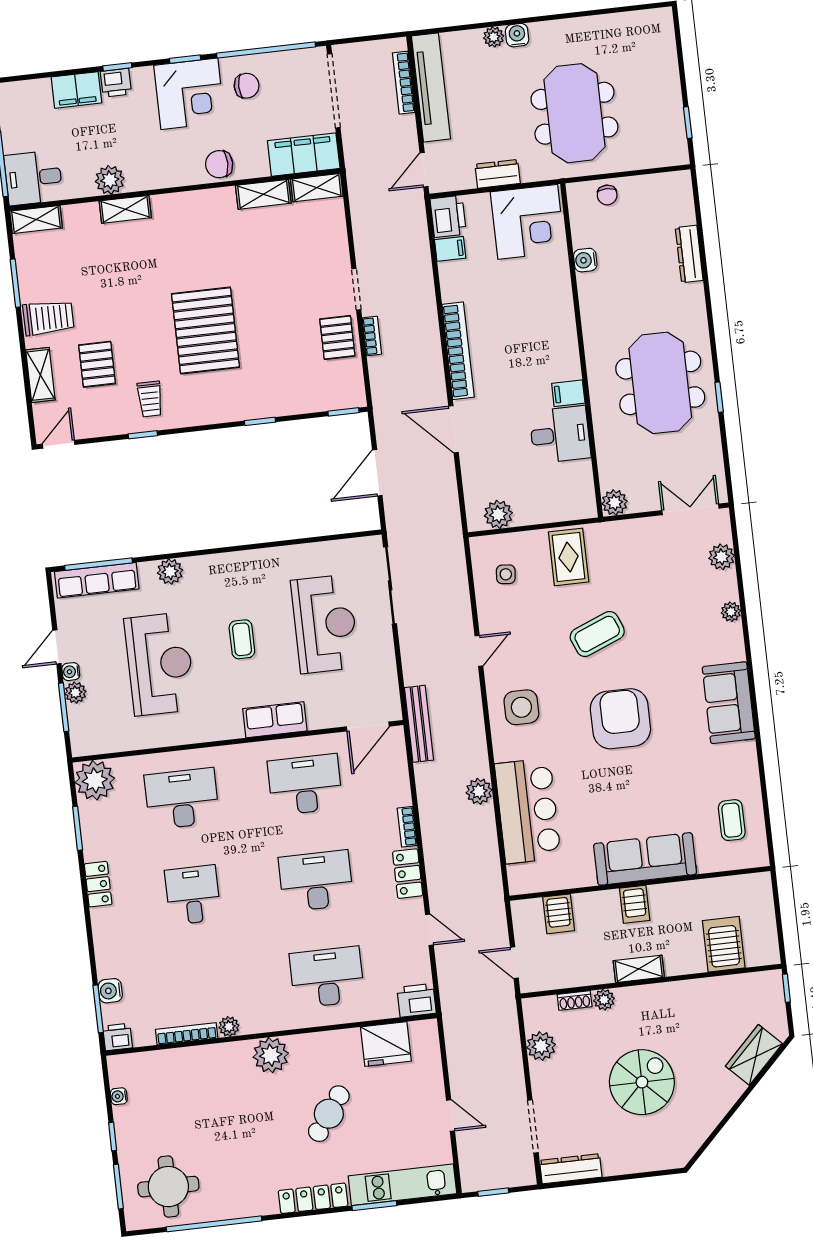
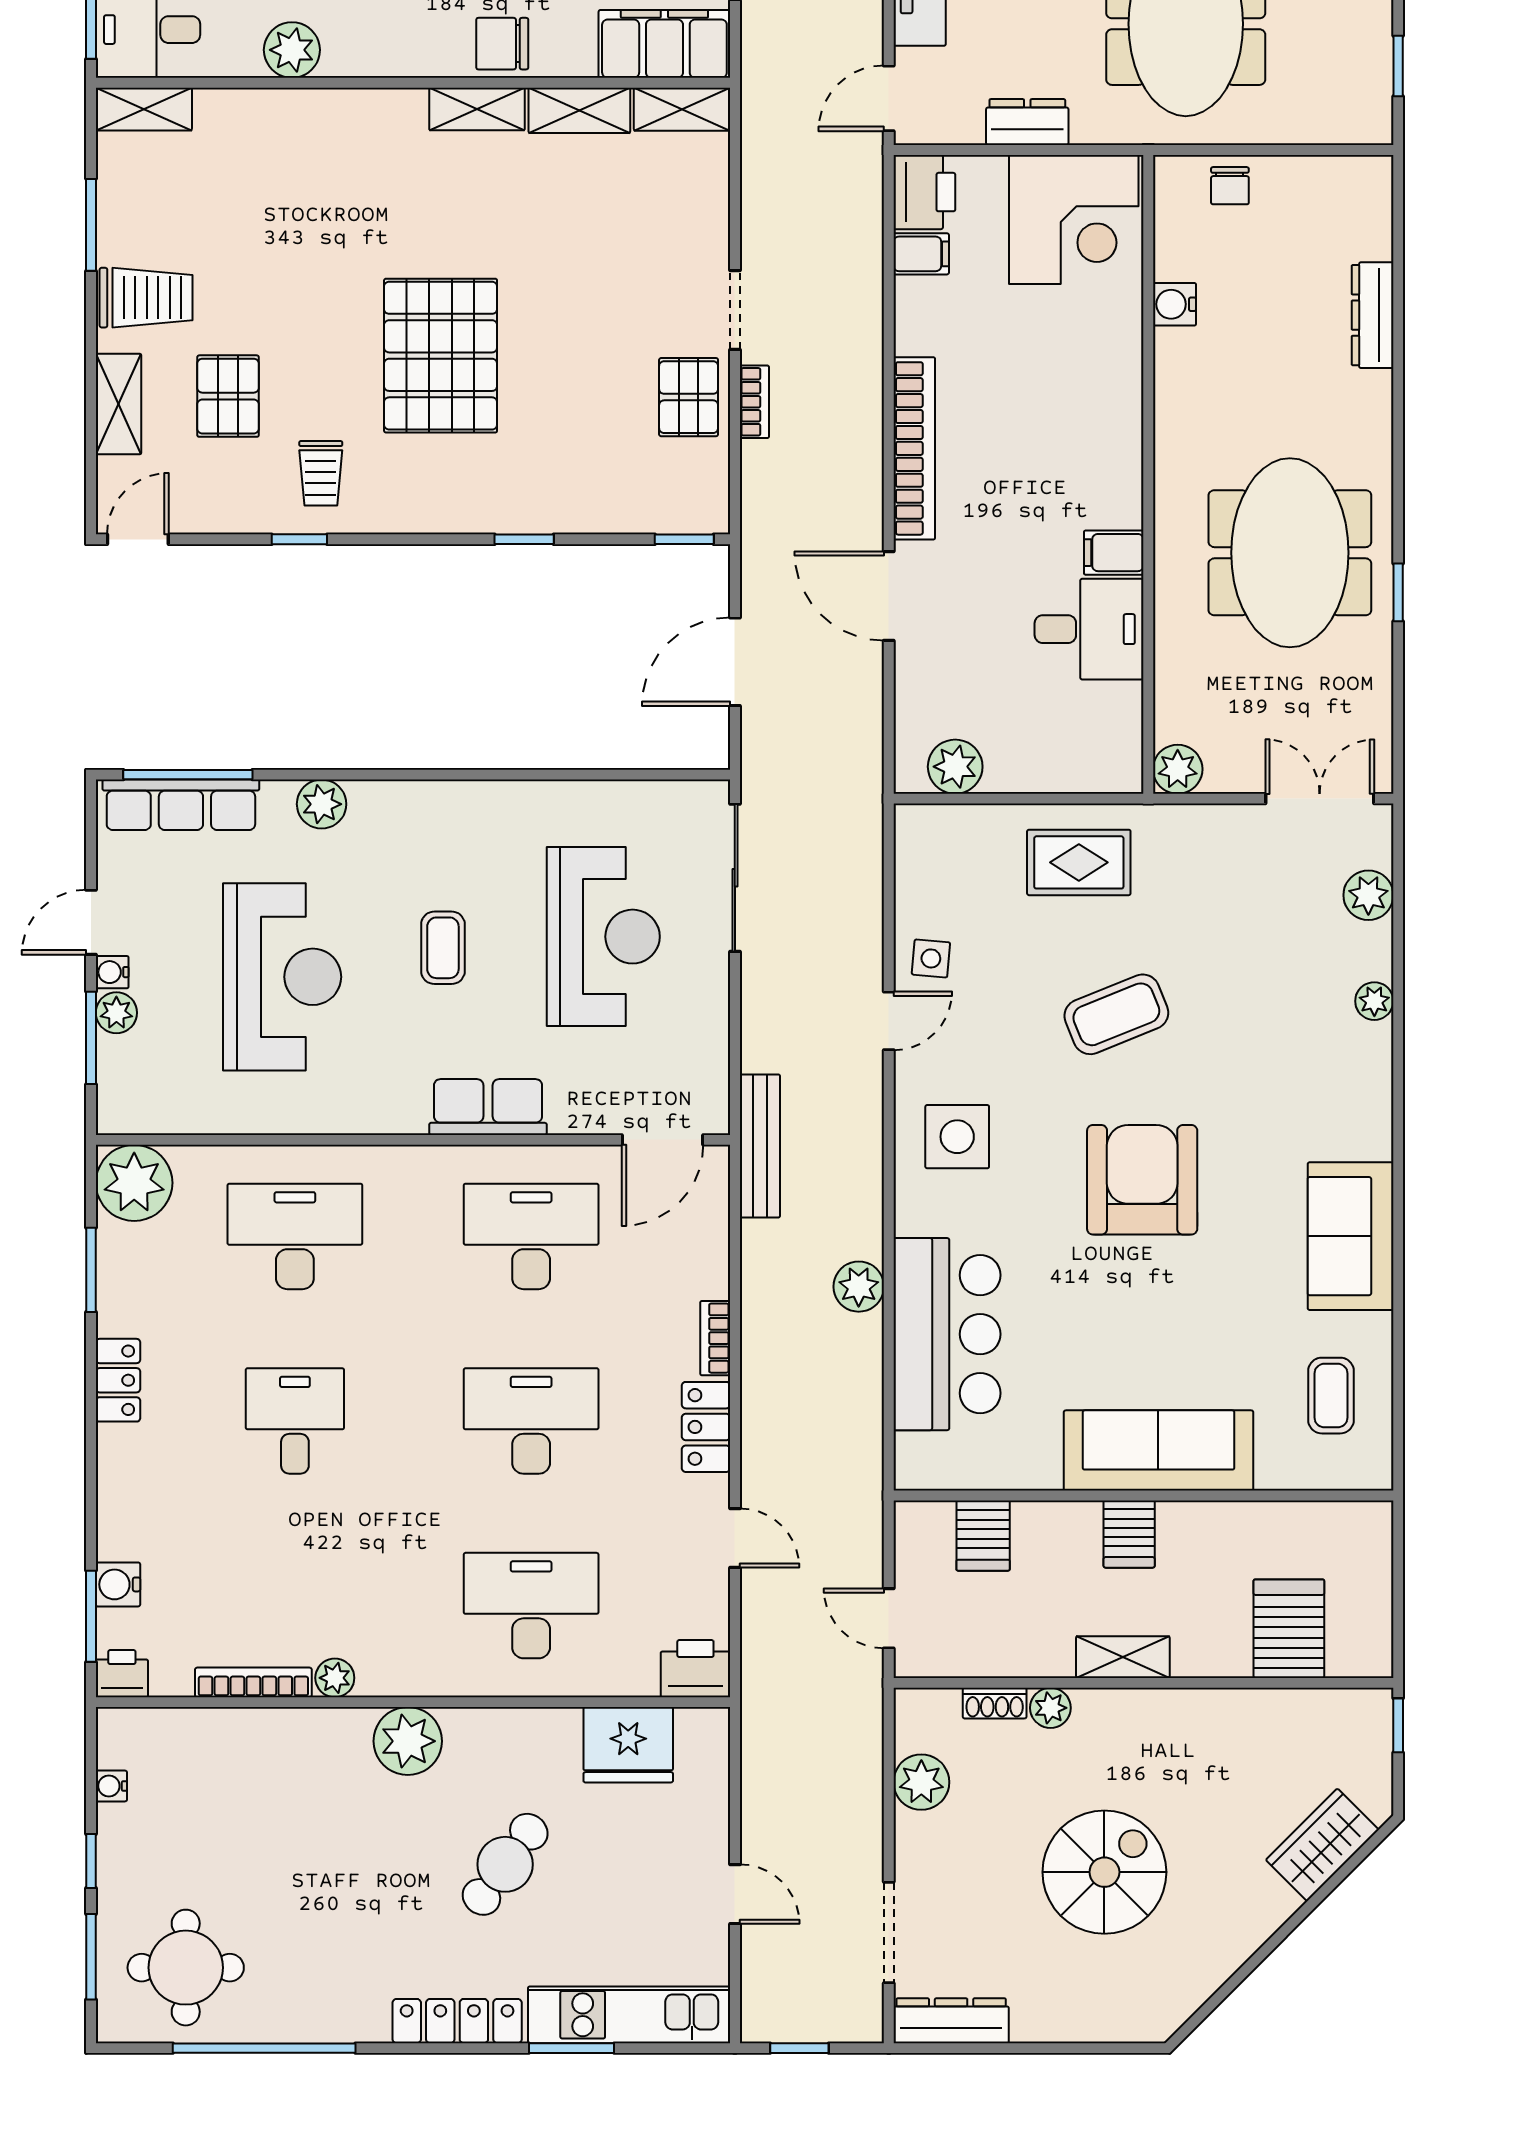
shelving: (125, 209) -> (477, 109), moved
rug: (569, 557) -> (1079, 862), turned 90
side table: (506, 574) -> (931, 958), moved
sofa: (729, 703) -> (1351, 1236), moved

